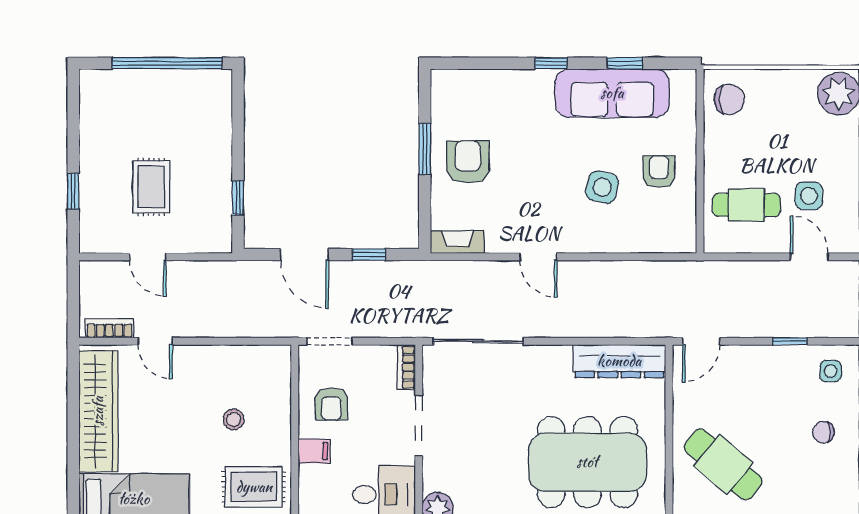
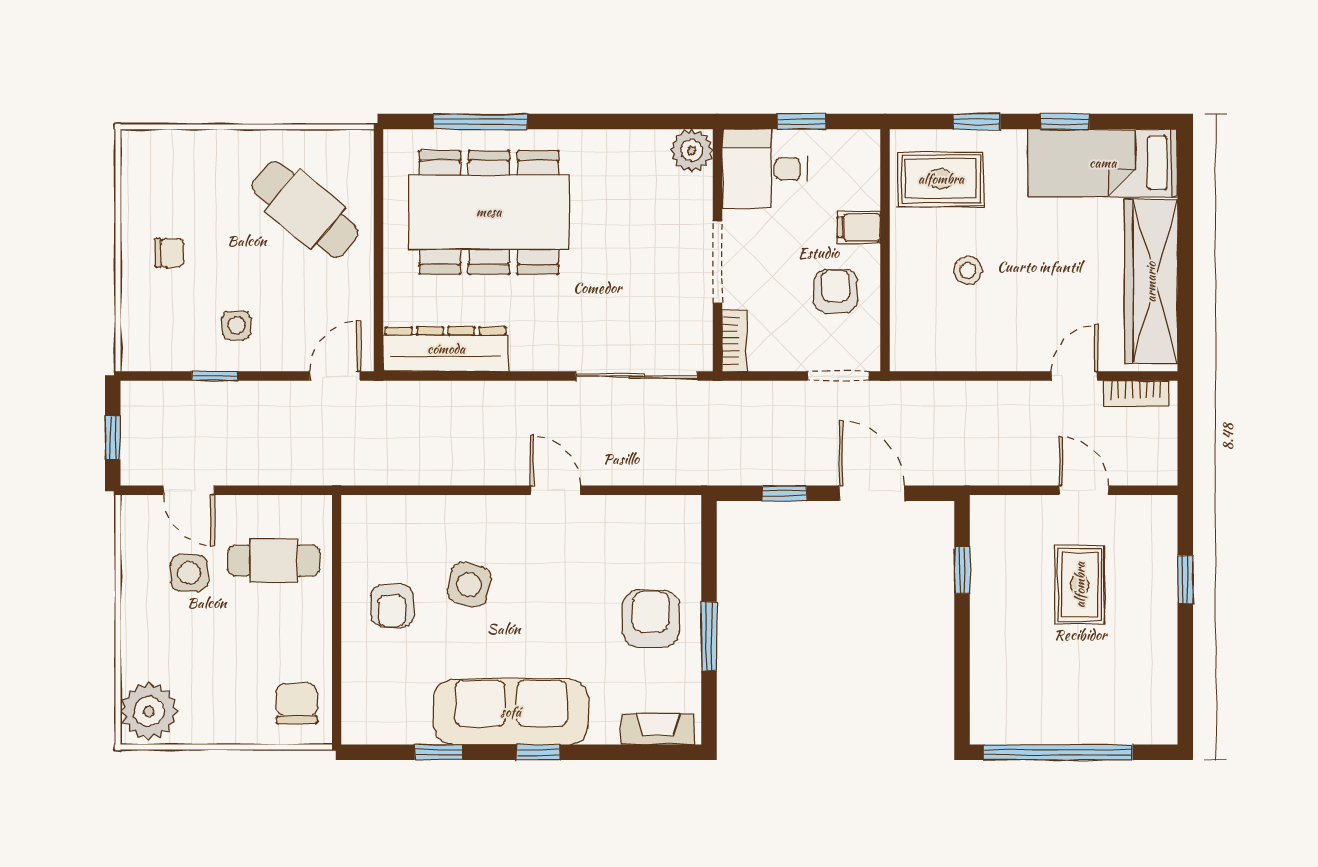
sofa: (612, 93) -> (511, 712), moved
chair: (729, 99) -> (297, 703), turned 90
armchair: (468, 162) -> (651, 619), turned 180
fireplace: (457, 242) -> (658, 729), moved, turned 180
door: (155, 341) -> (1074, 376), hinge flipped
side table: (831, 371) -> (237, 325), moved

